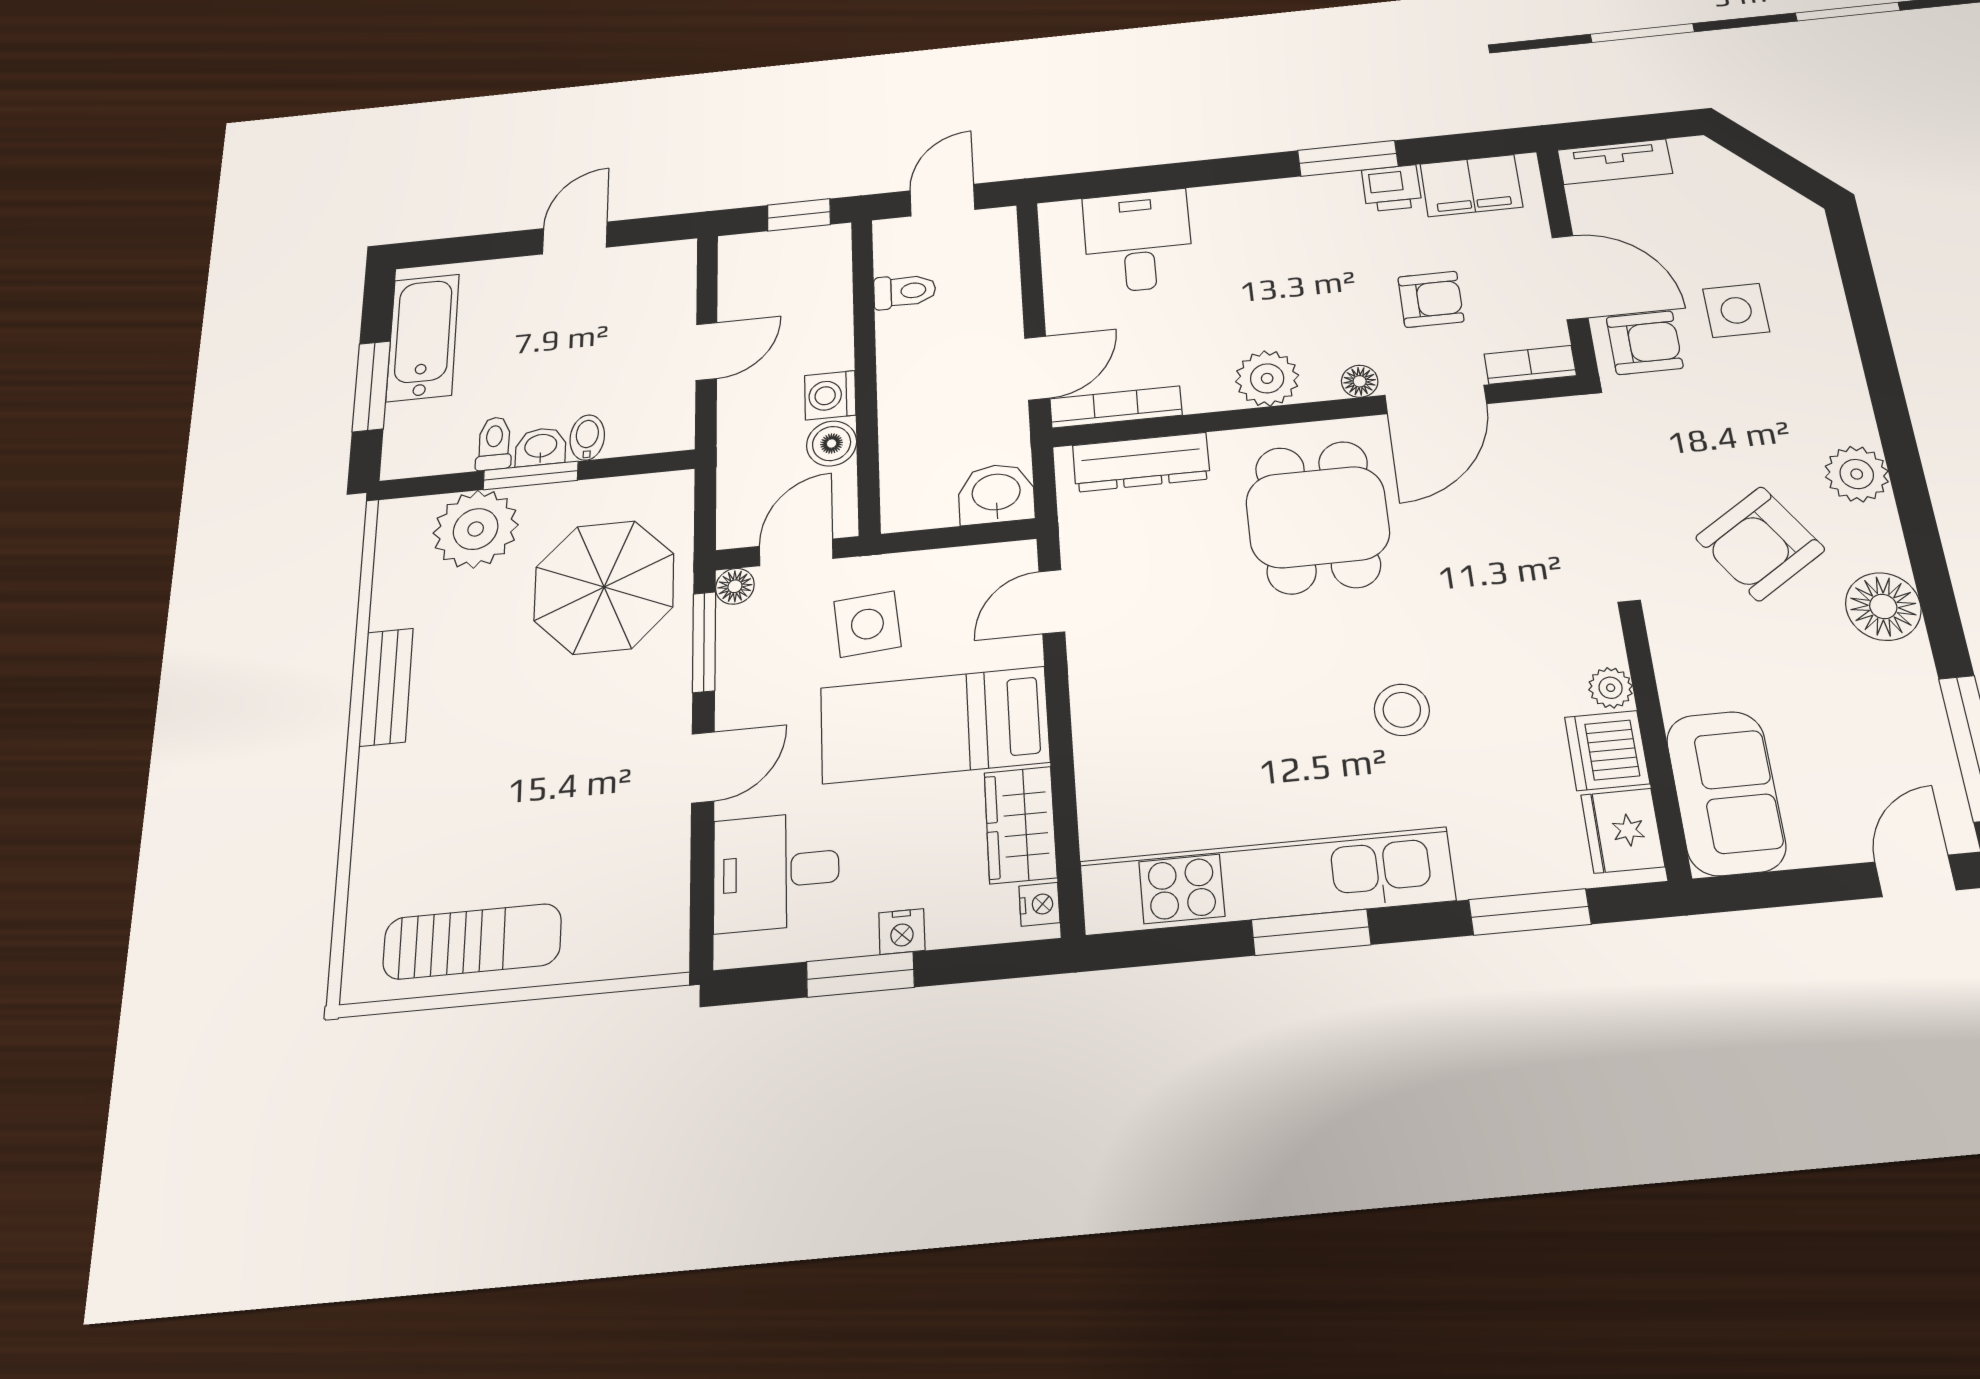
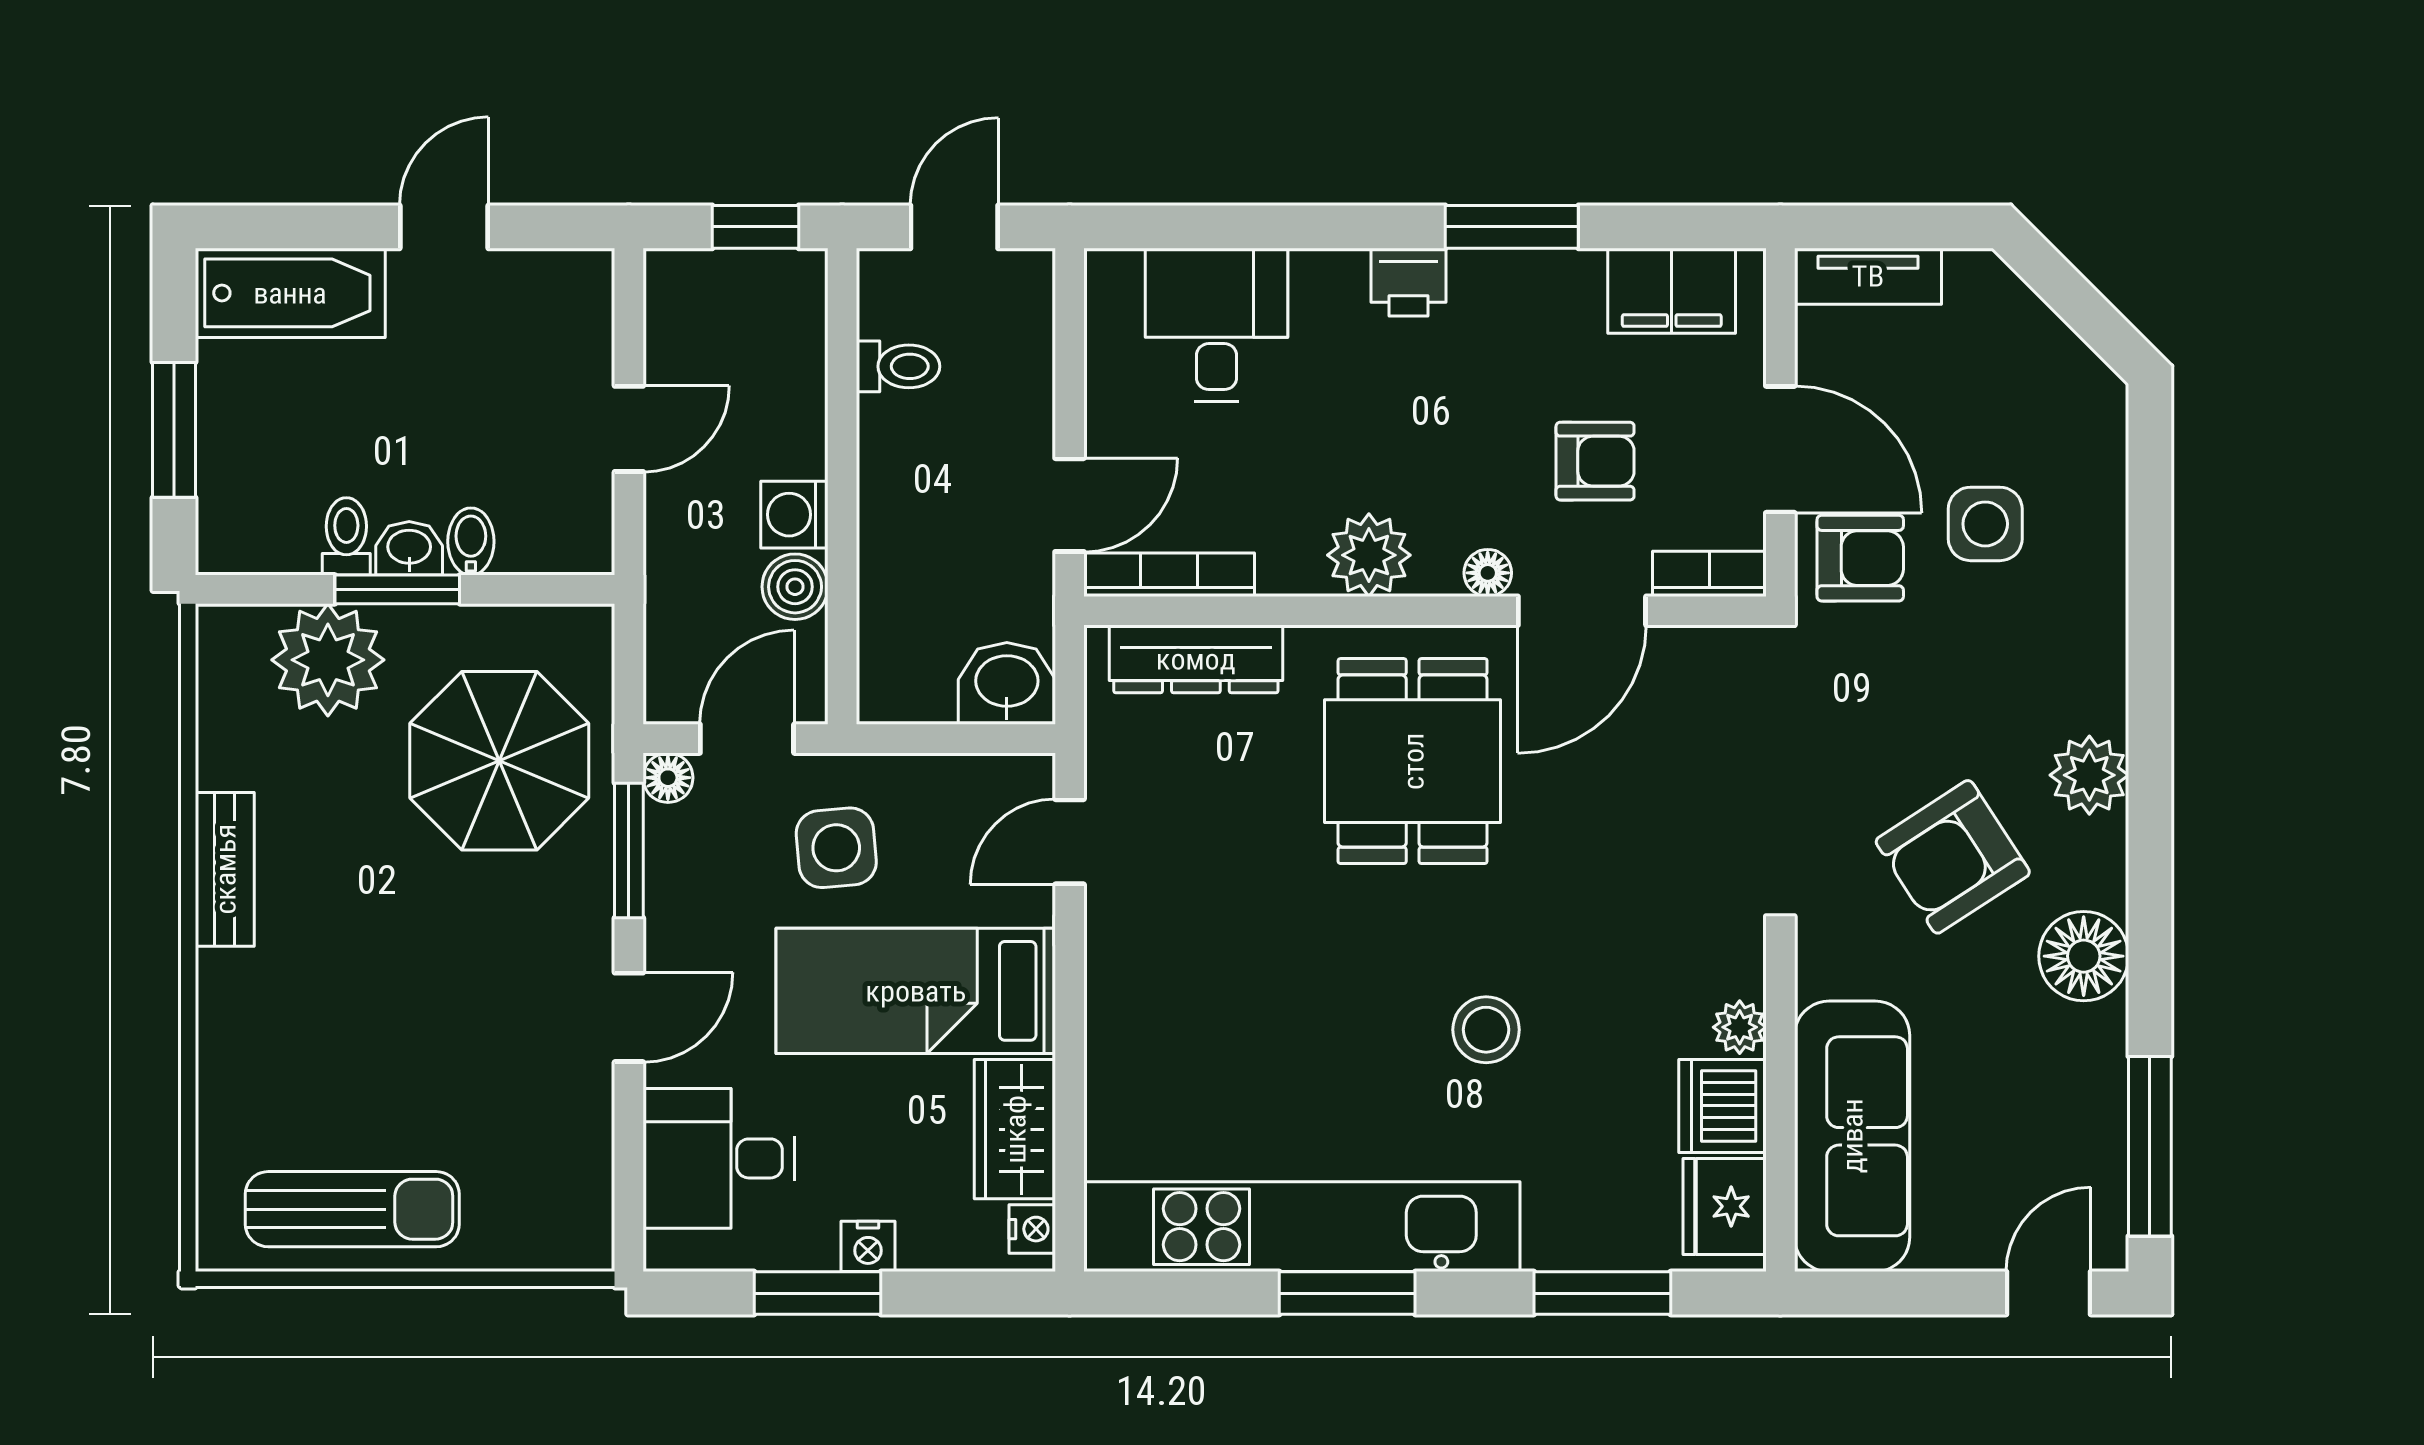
printer: (1392, 188) -> (1408, 282), moved
bathtub: (423, 337) -> (290, 293), moved, turned 90
sofa: (1726, 793) -> (1852, 1136), width x1.36

